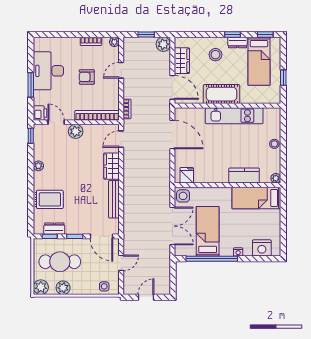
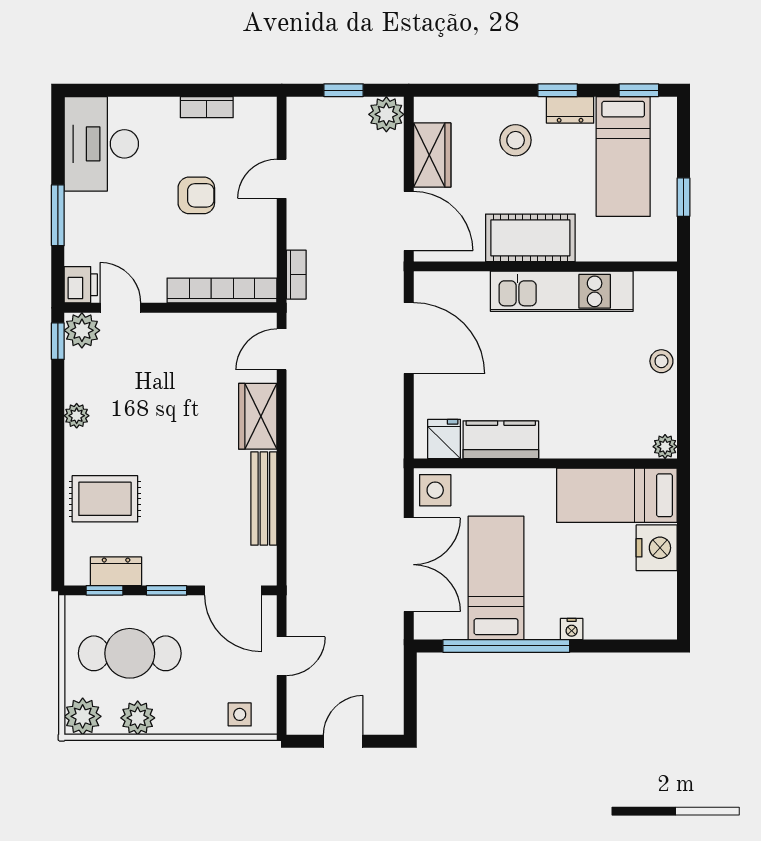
plant: (114, 42) -> (265, 109), removed
desk: (48, 71) -> (101, 144), moved
armchair: (87, 77) -> (196, 195), turned 180
plant: (76, 131) -> (82, 330), moved
kitchen counter: (244, 176) -> (501, 440), moved
nightstand: (262, 248) -> (657, 548), moved, turned -90

